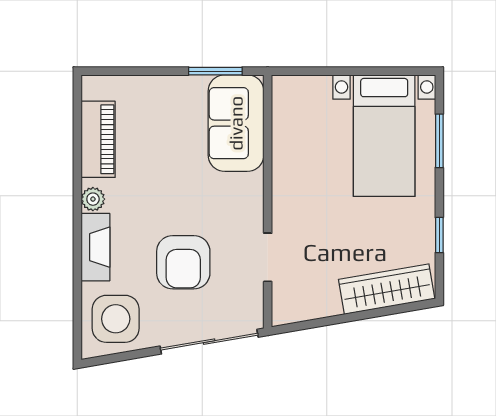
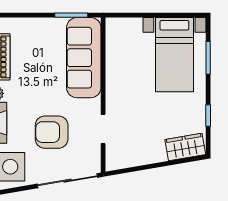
sofa: (236, 123) -> (84, 58), width x1.36
armchair: (183, 262) -> (52, 132), turned 90
wardrobe: (387, 289) -> (185, 147), width x0.67

